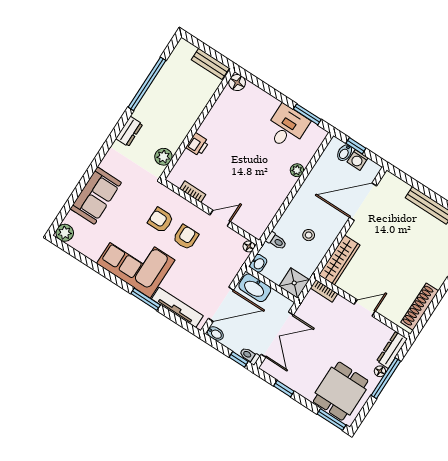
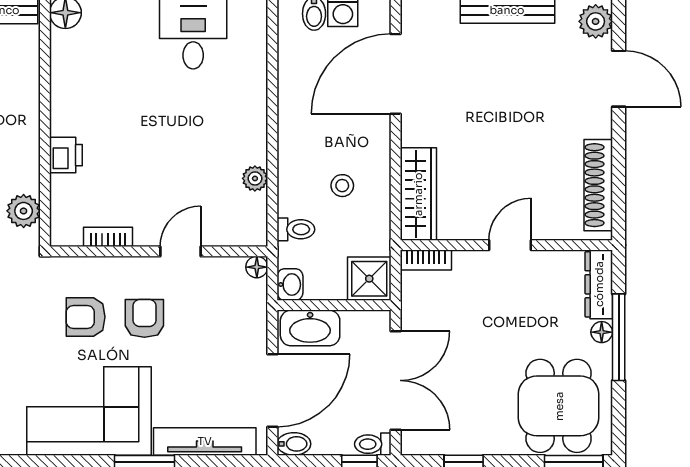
plant: (297, 170) -> (255, 178), moved

